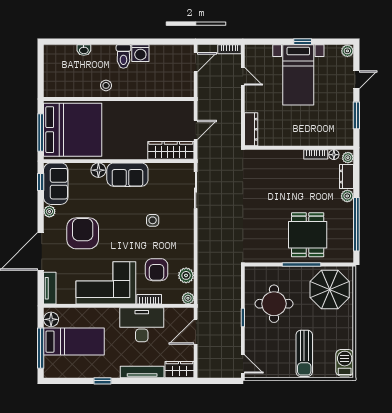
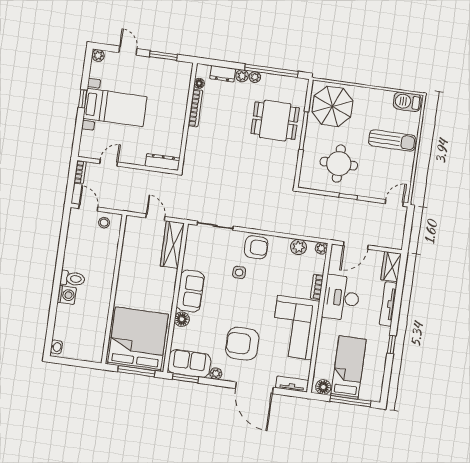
washbasin: (84, 50) -> (56, 347), moved
washing machine: (140, 53) -> (67, 295), moved
stool: (106, 85) -> (104, 223), moved
bookcase: (316, 154) -> (195, 108), width x1.56
plant: (348, 158) -> (255, 77), moved
window: (41, 182) -> (185, 378), width x1.50
armchair: (157, 270) -> (256, 247), moved
door: (196, 332) -> (356, 245), hinge flipped

